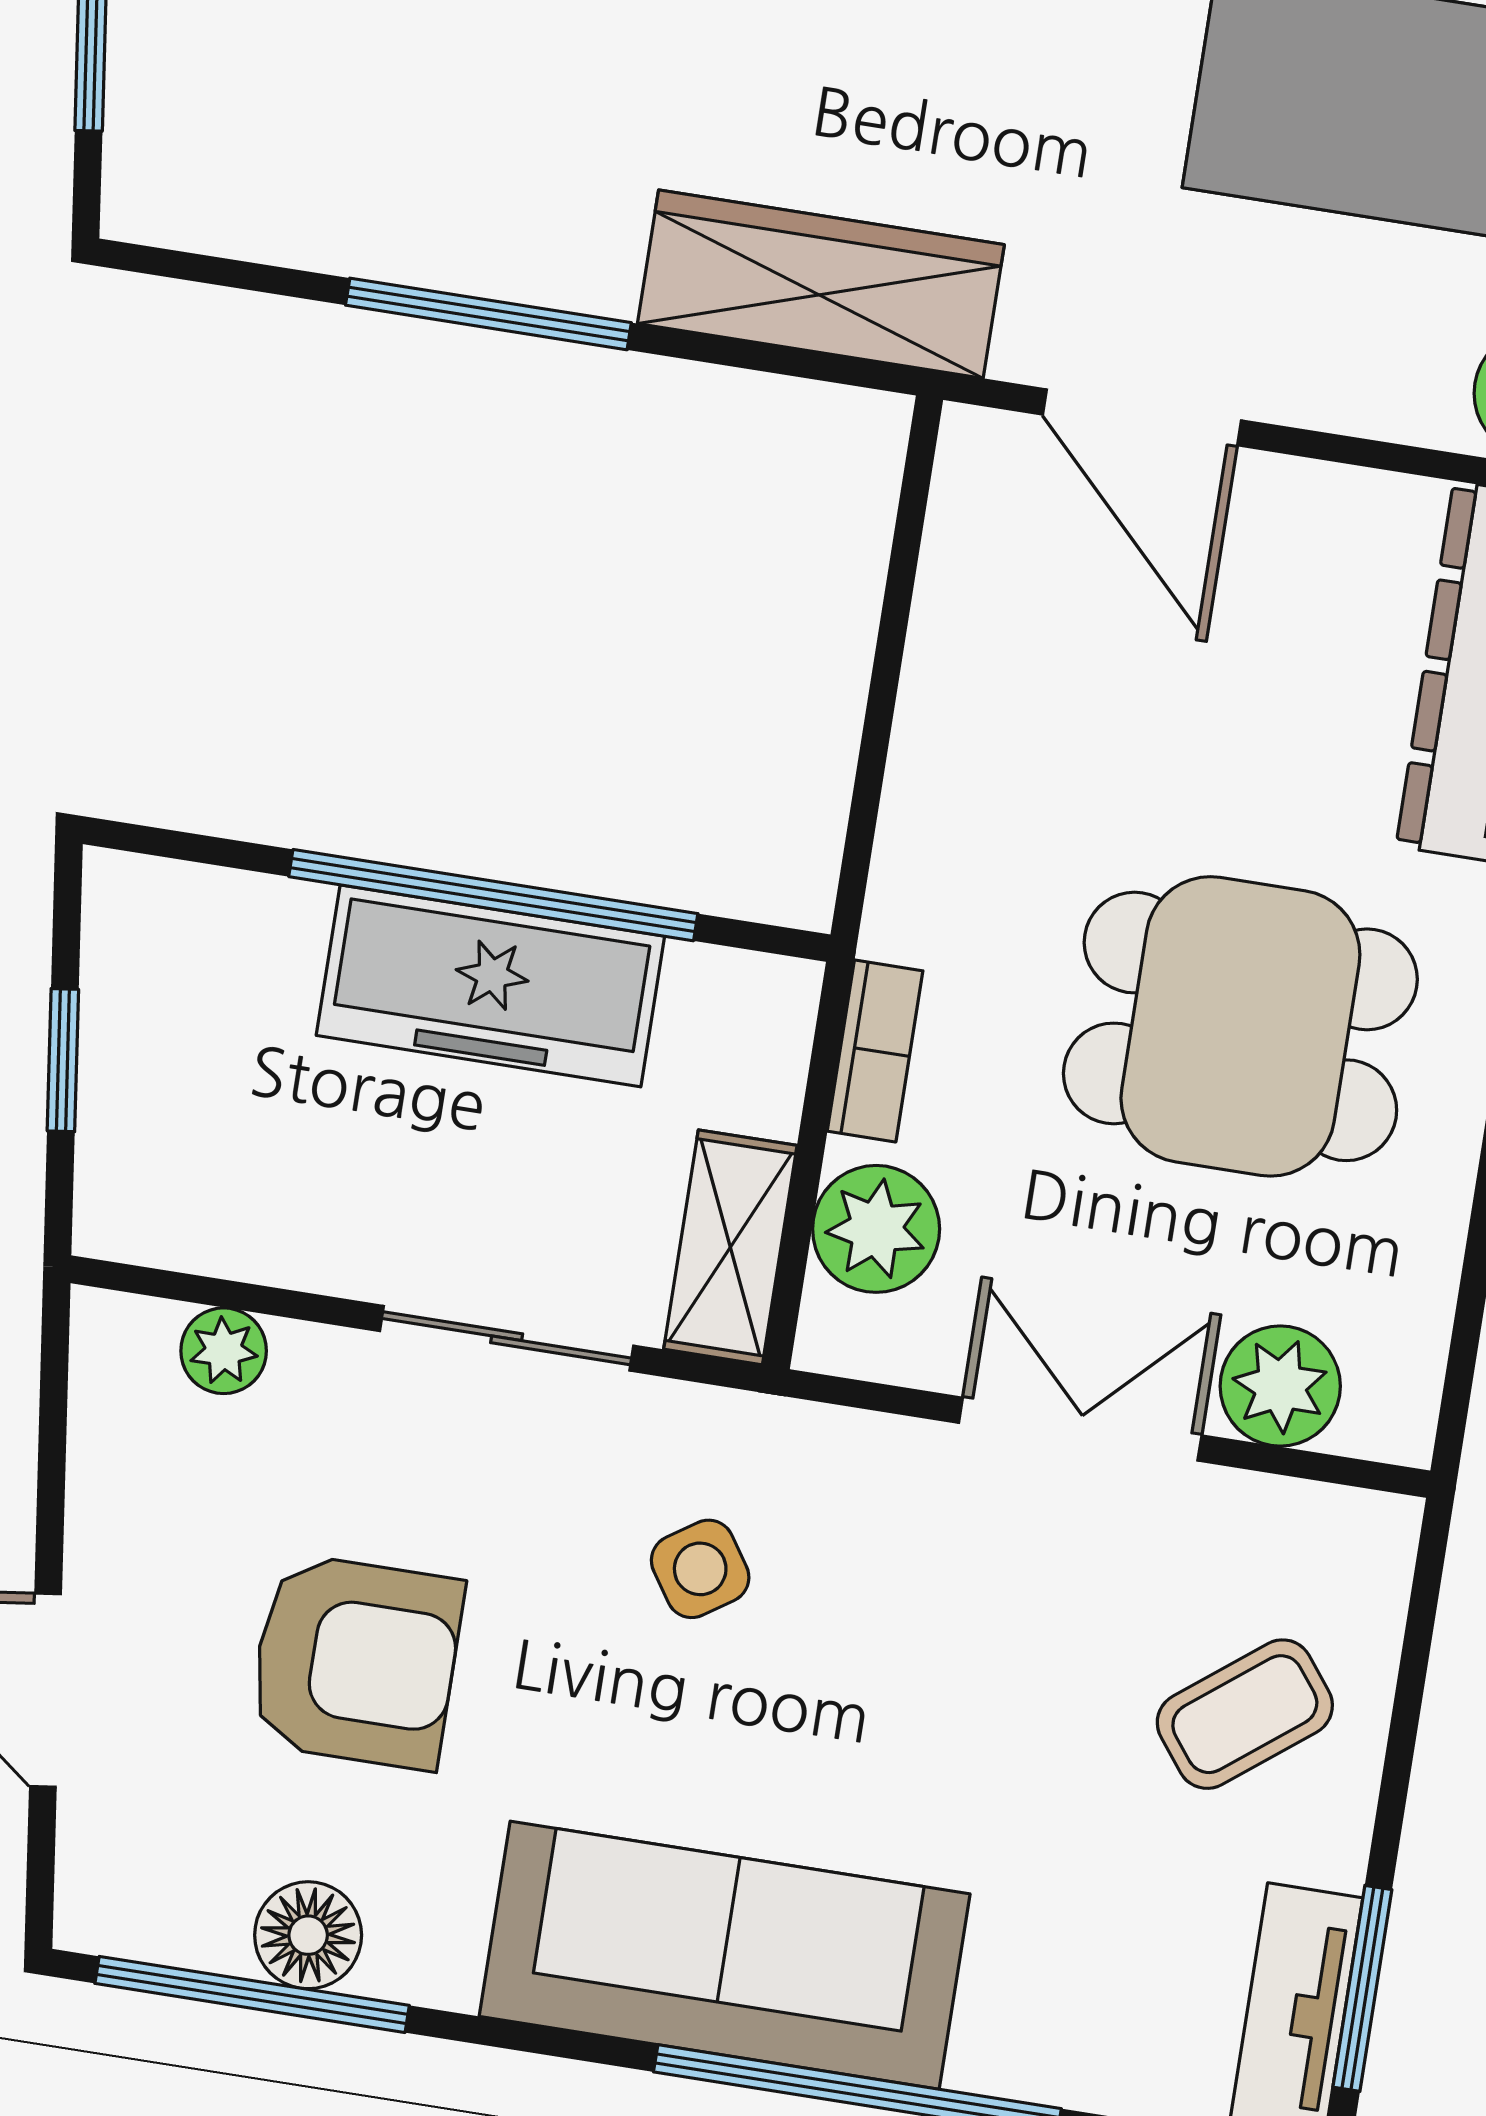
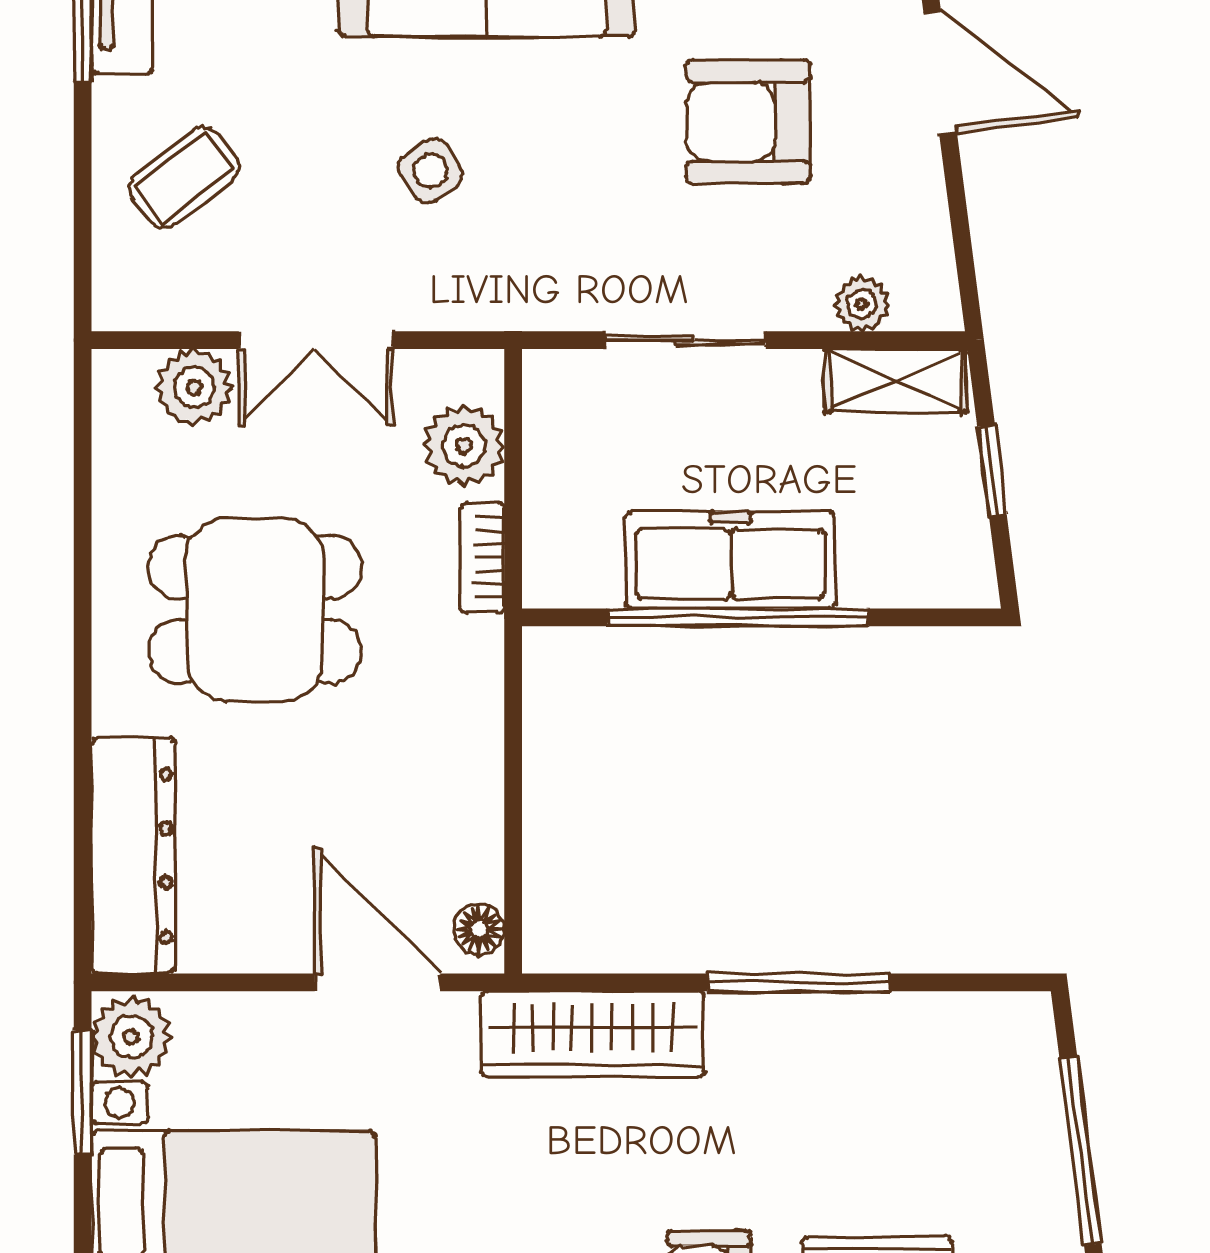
floor lamp: (971, 475) -> (479, 929), added
shelving: (730, 1247) -> (895, 381), moved, turned 90
side table: (700, 1569) -> (431, 171), moved

